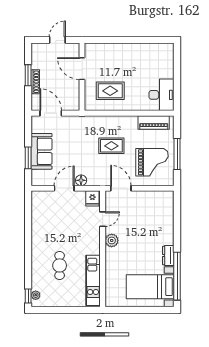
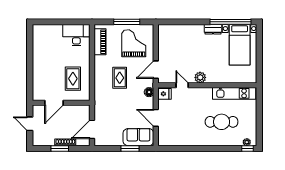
sofa: (42, 151) -> (138, 137), moved
floor lamp: (81, 180) -> (149, 92), moved
cafe table: (60, 265) -> (222, 122), width x1.37, depth x1.35

